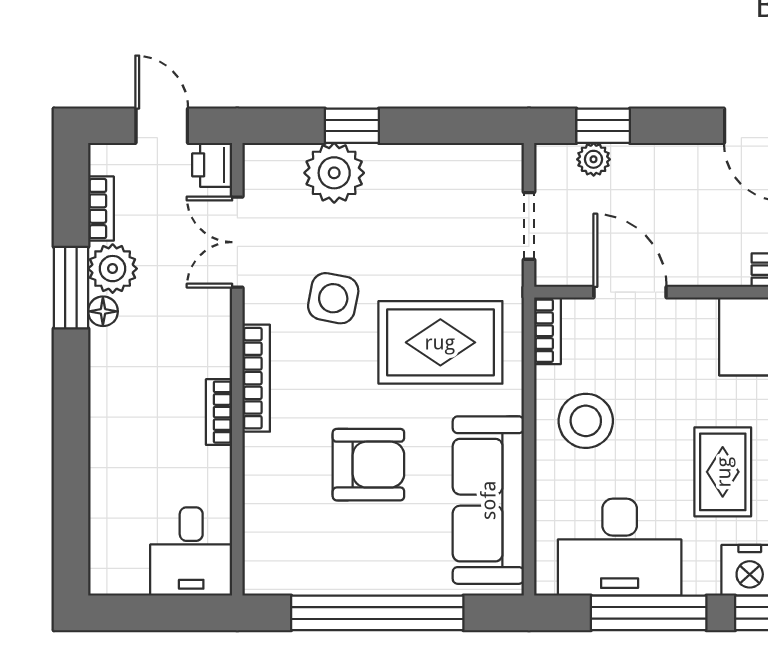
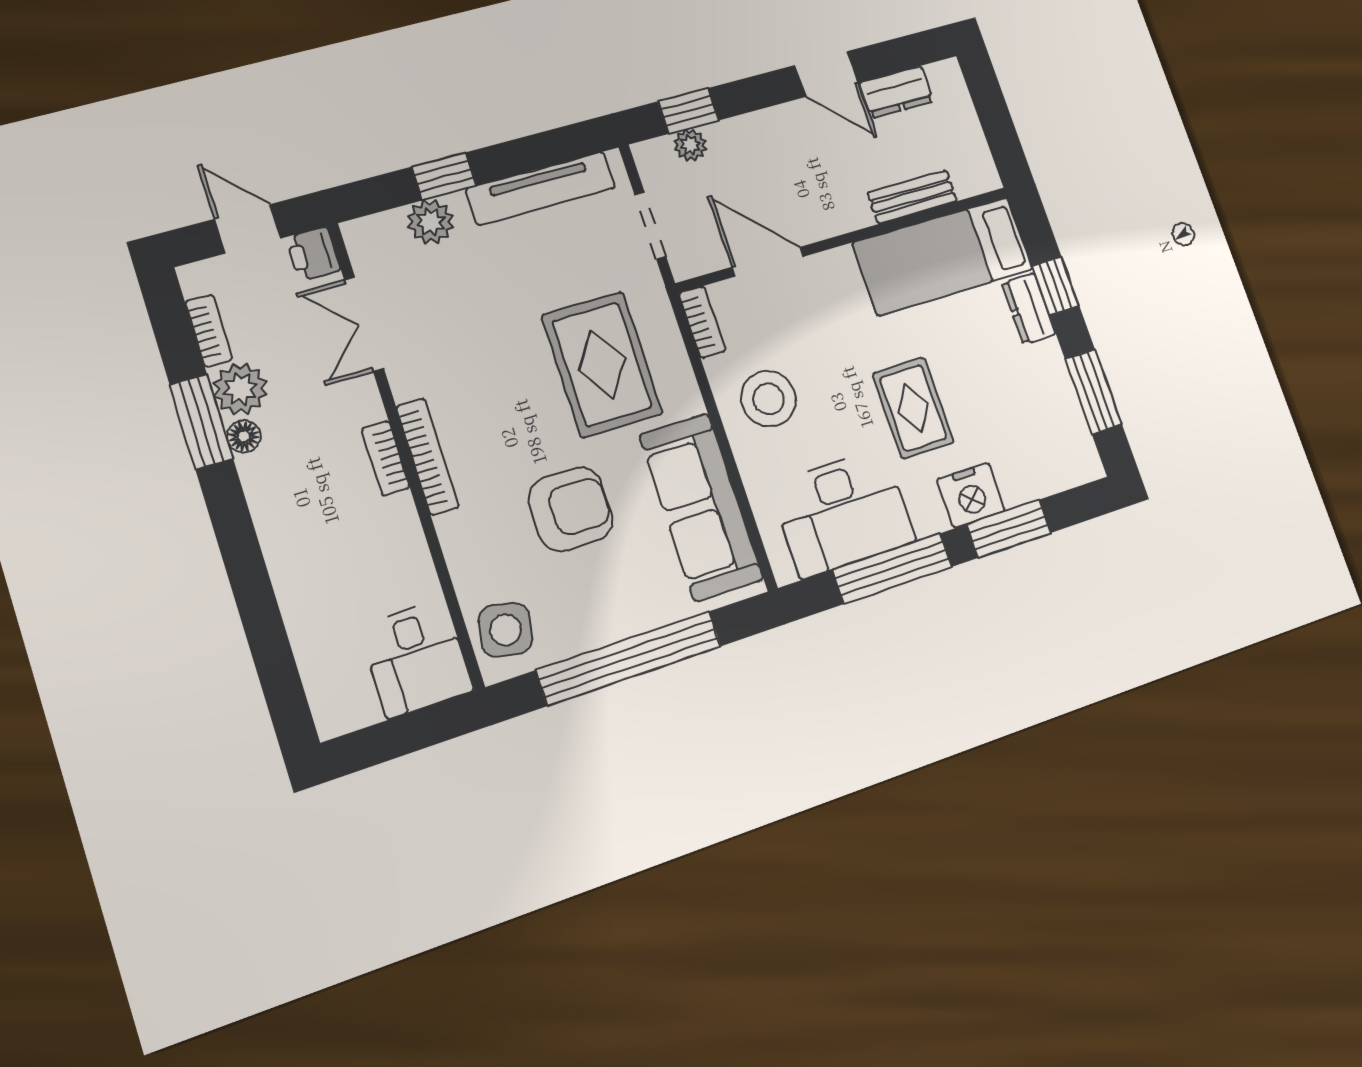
tv unit: (438, 162) -> (541, 188), added
plant: (334, 173) -> (431, 222), width x0.73, depth x0.73
side table: (333, 298) -> (505, 630), moved
rug: (440, 342) -> (602, 364), turned 90
bookcase: (219, 412) -> (386, 458), moved

